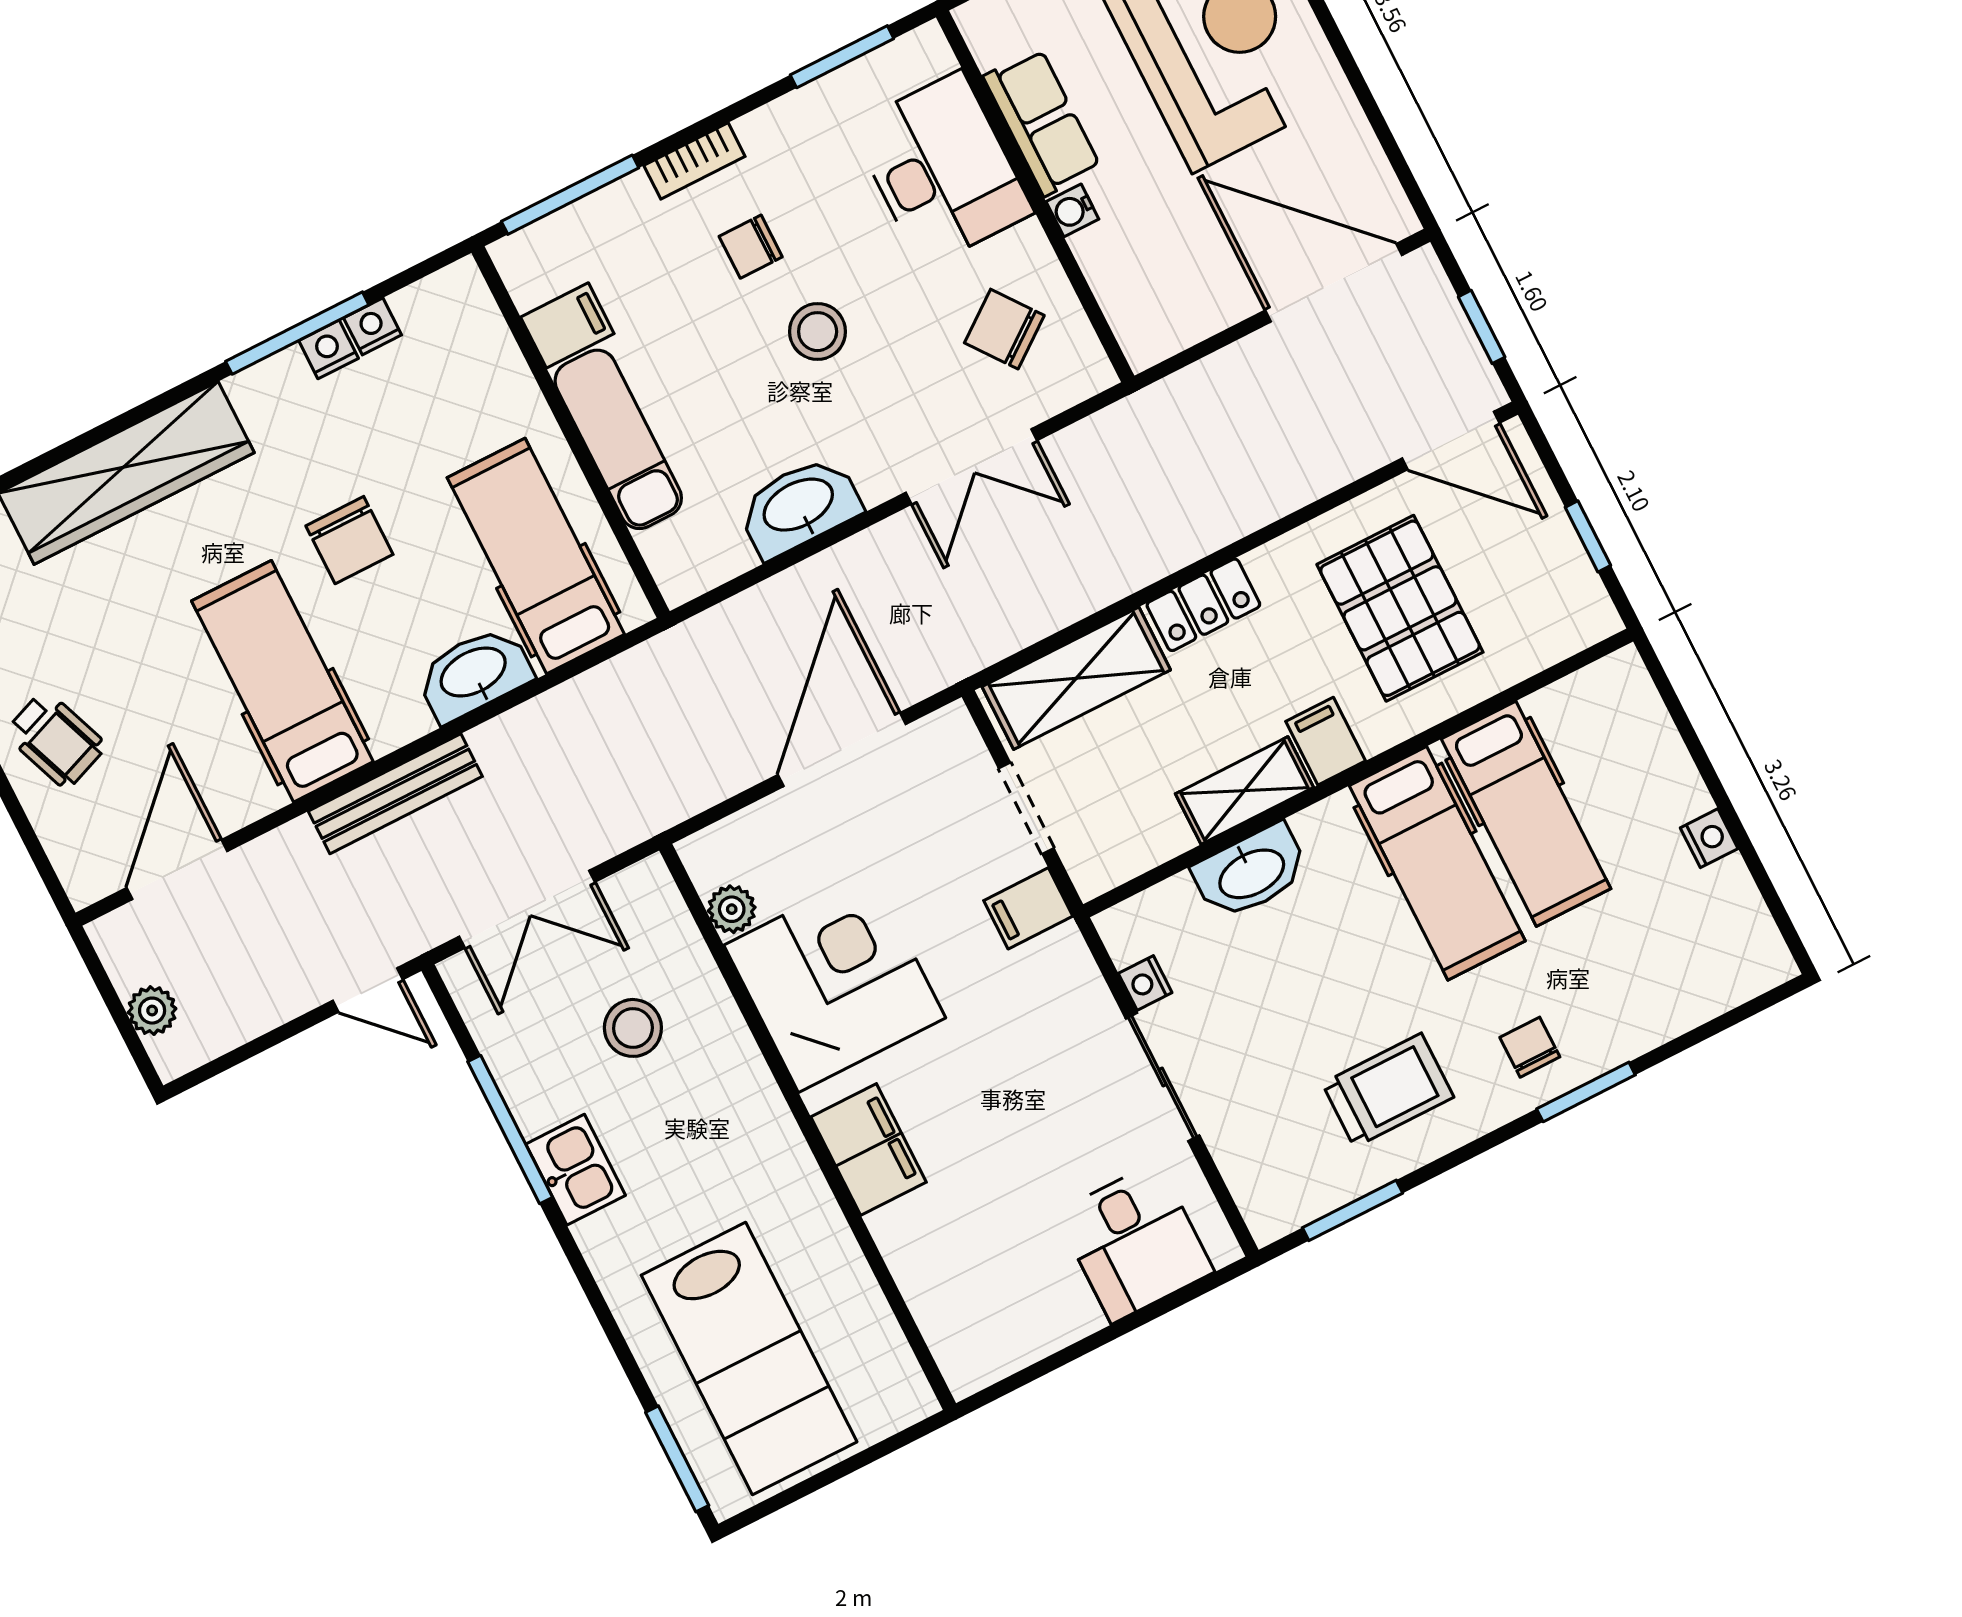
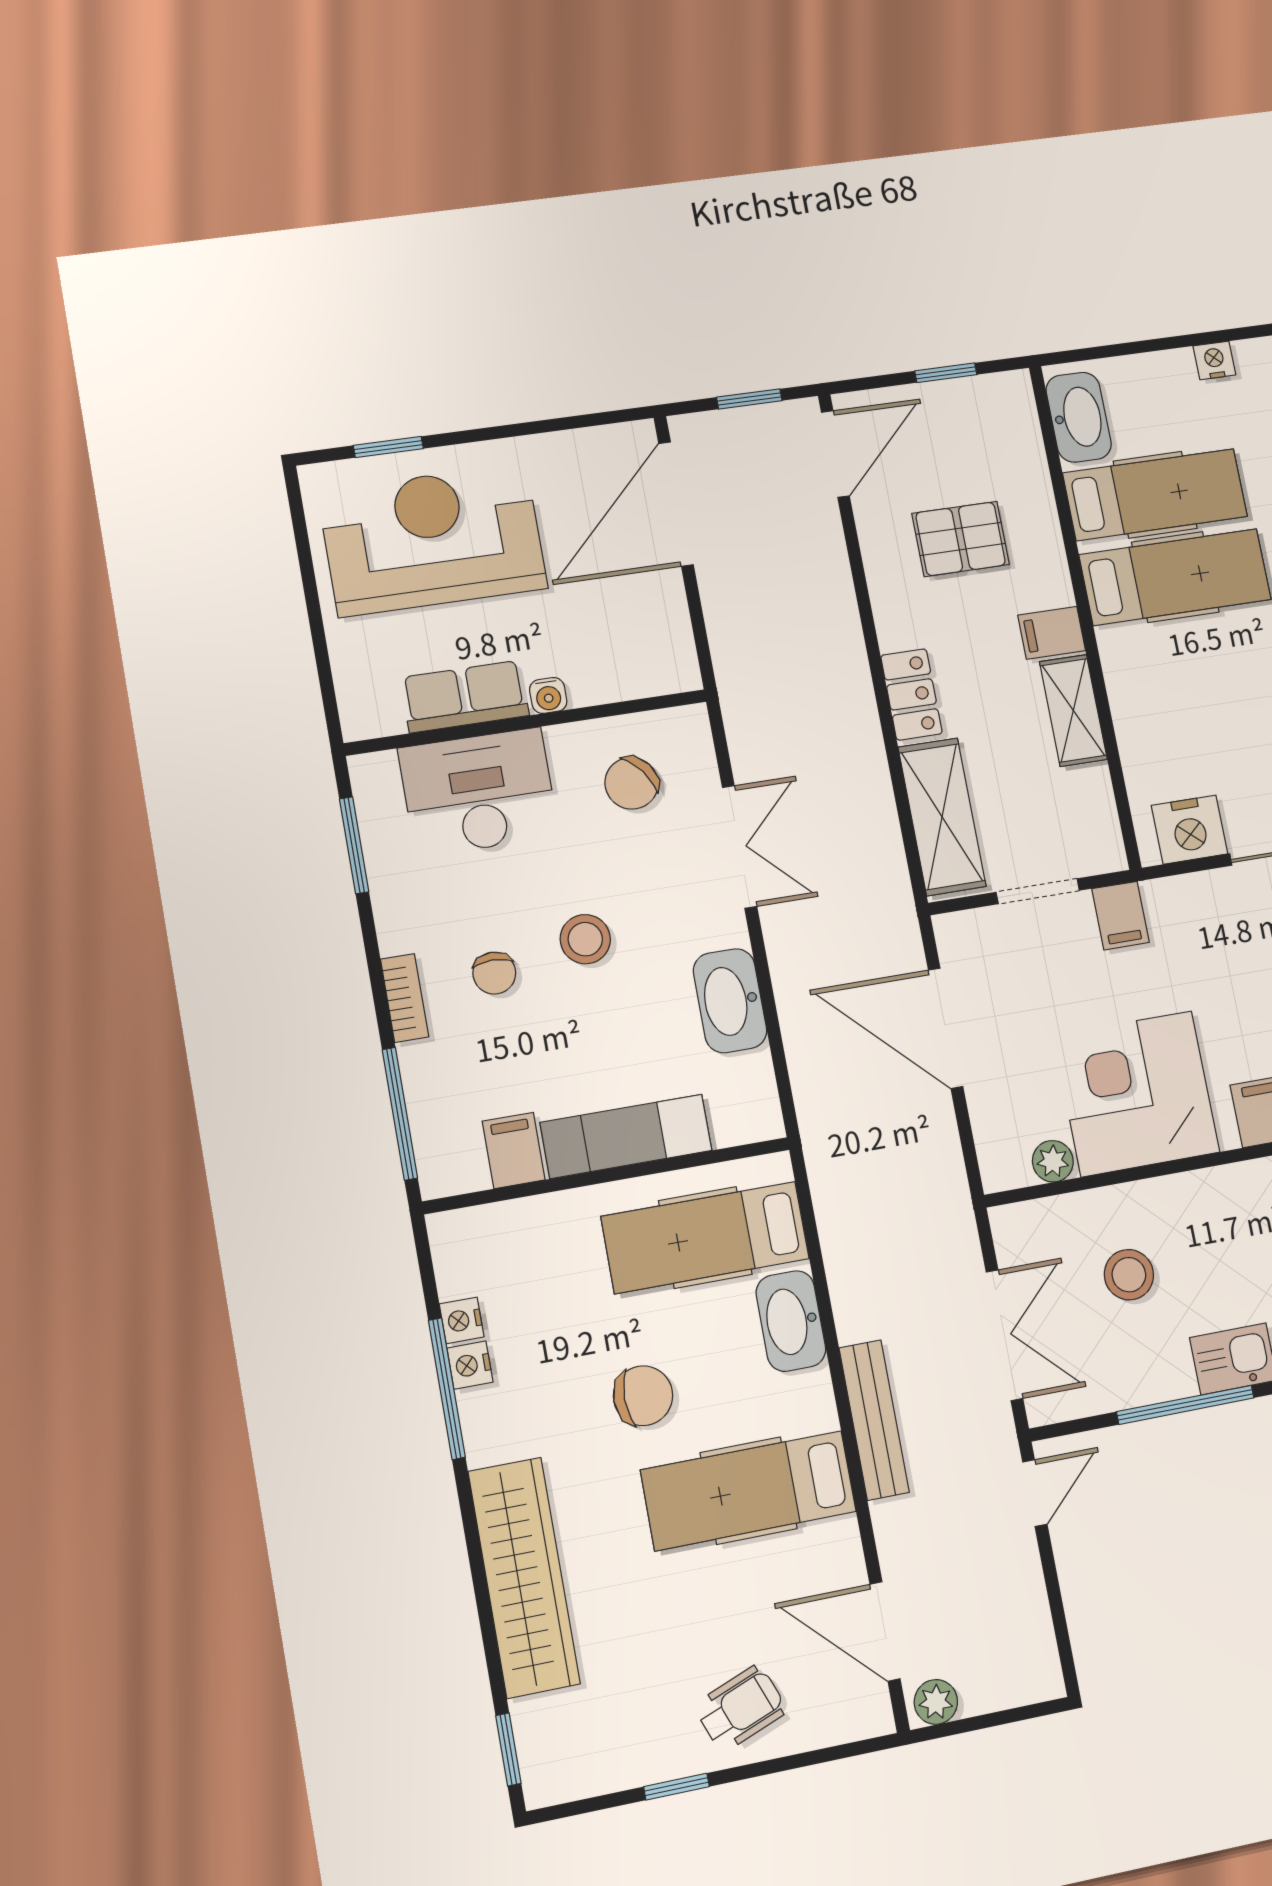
pallet: (1400, 608) -> (961, 539), width x0.67, depth x0.71
washbasin: (1251, 872) -> (1079, 417), moved
nightstand: (1145, 983) -> (1190, 830), width x1.89, depth x1.79
plant: (152, 1011) -> (936, 1702), moved

